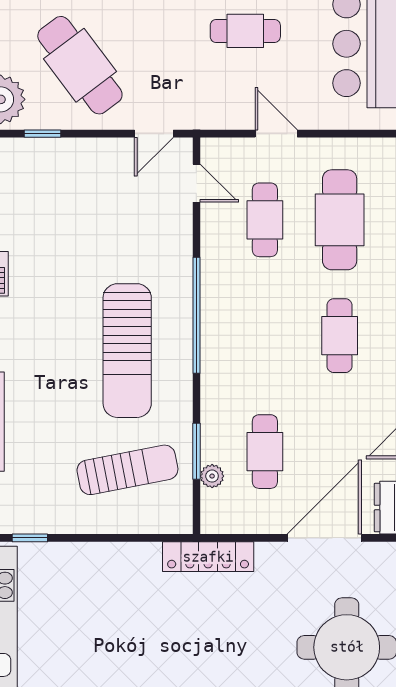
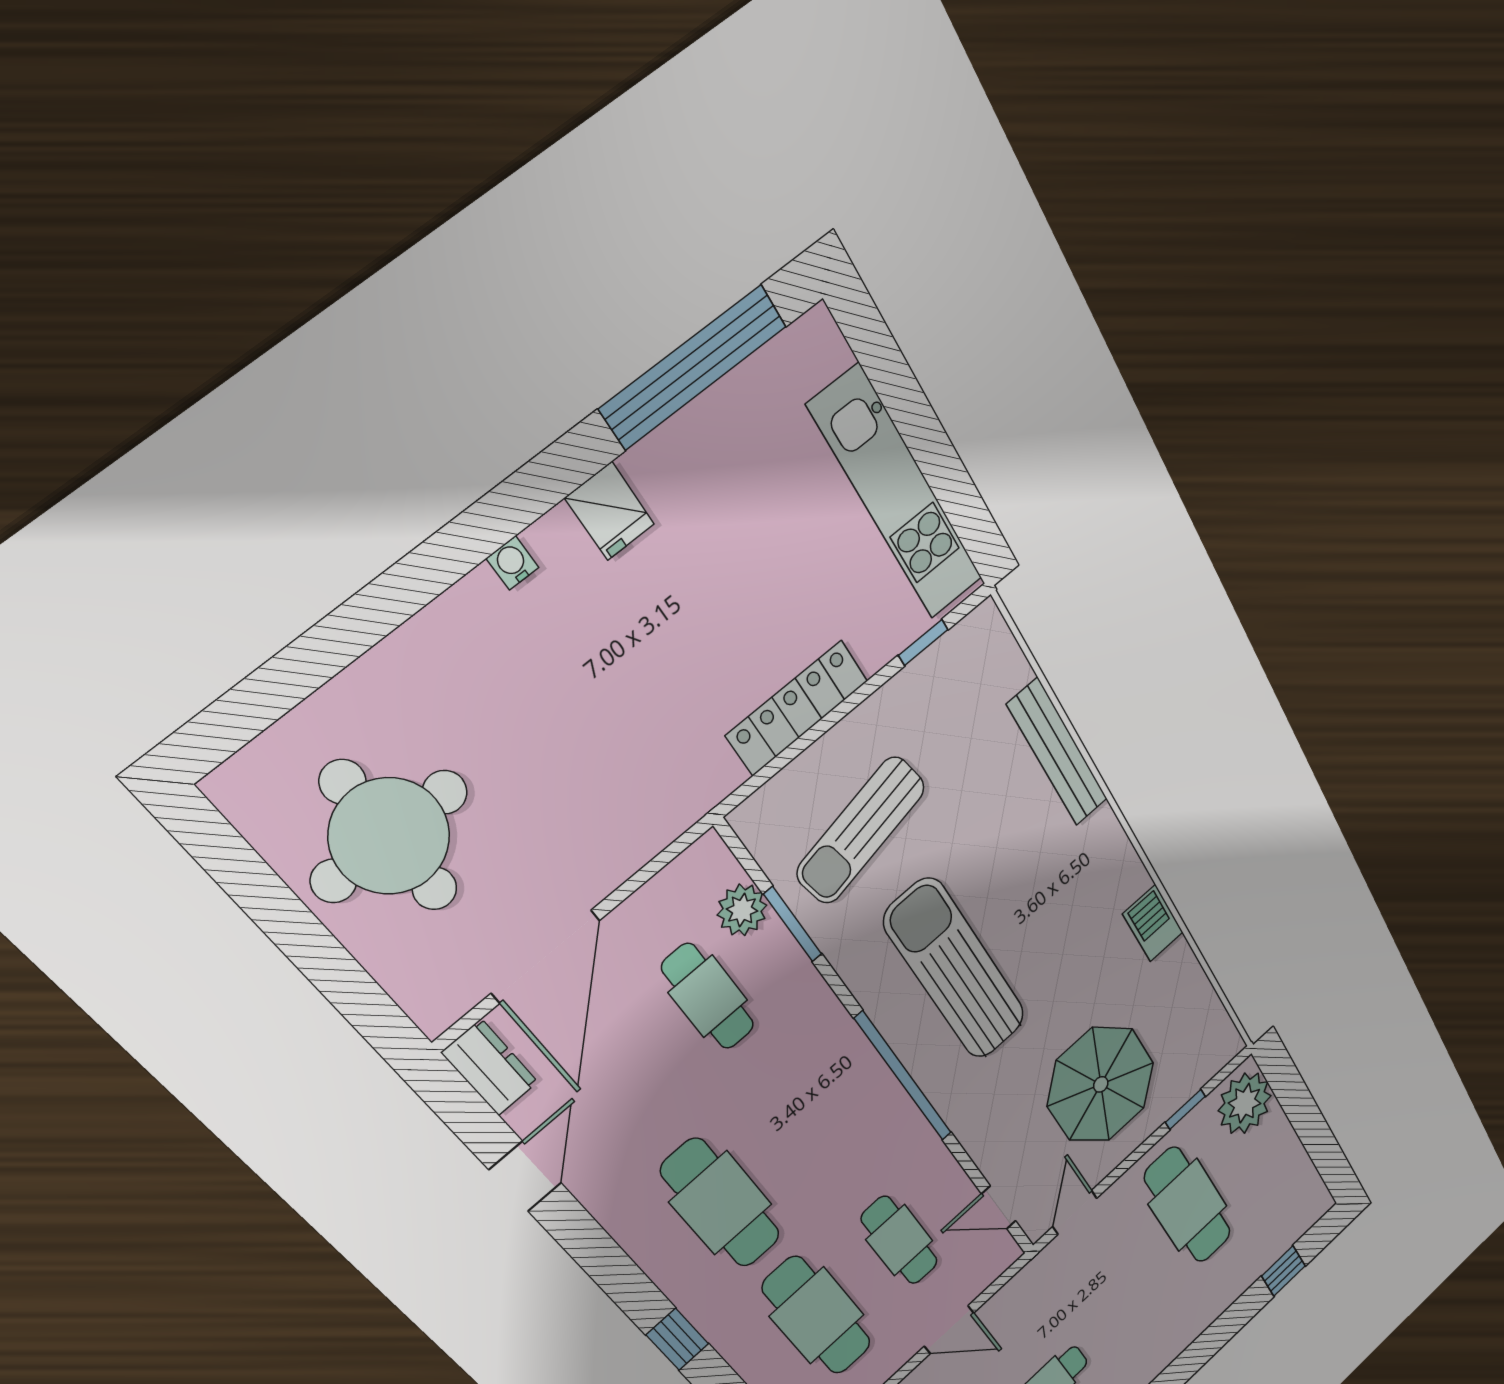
cafe table: (80, 65) -> (1188, 1205), turned 37
parasol: (86, 202) -> (1101, 1084), added
cafe table: (340, 336) -> (721, 1203), width x1.37, depth x1.35
plant: (212, 476) -> (742, 910), width x1.38, depth x1.38
locker: (208, 557) -> (797, 708), moved

